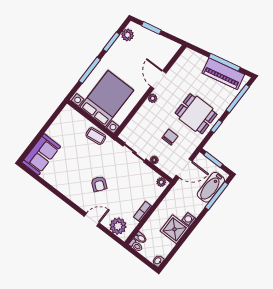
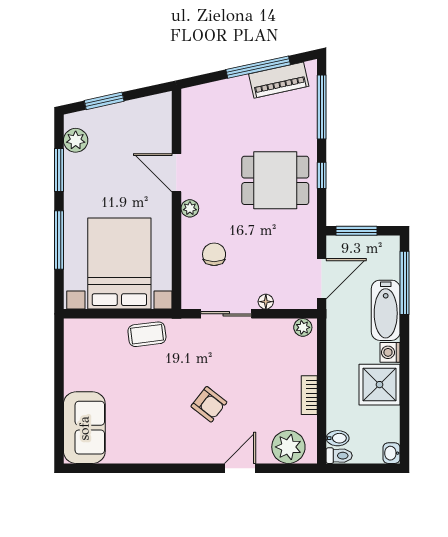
piano: (223, 74) -> (279, 80), width x0.73, depth x0.75
chair: (170, 137) -> (214, 254), moved
bathtub: (211, 187) -> (386, 310), moved

